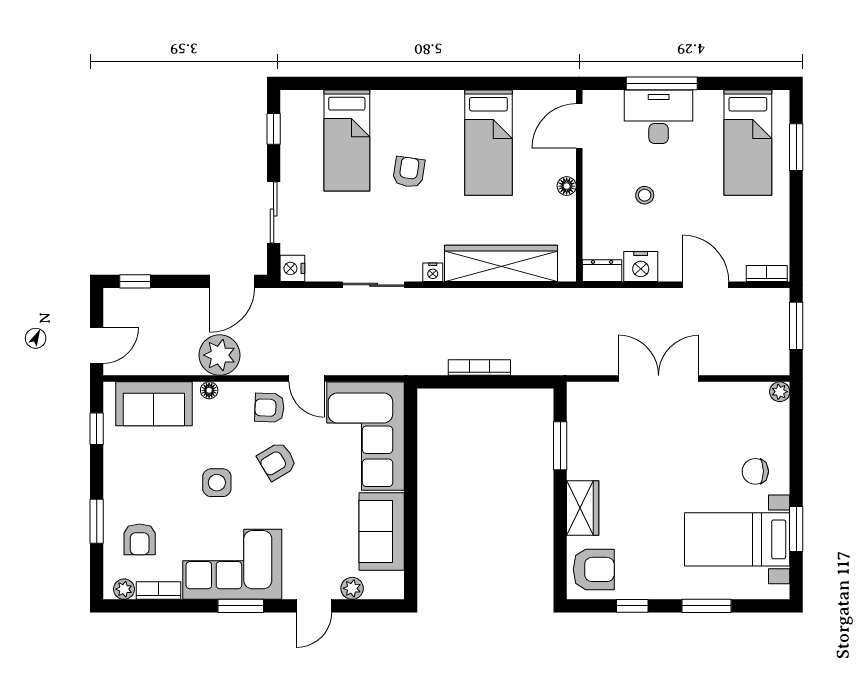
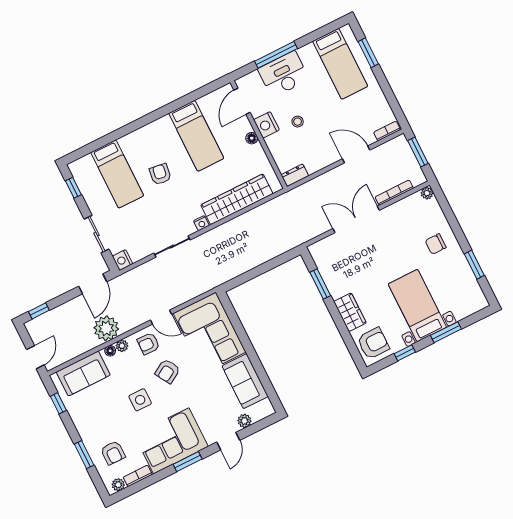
nightstand: (641, 267) -> (266, 125), moved, turned 90
bookcase: (479, 368) -> (394, 193), moved
plant: (230, 392) -> (122, 346), added
bed with nightstands: (737, 539) -> (417, 306), moved, turned 90

